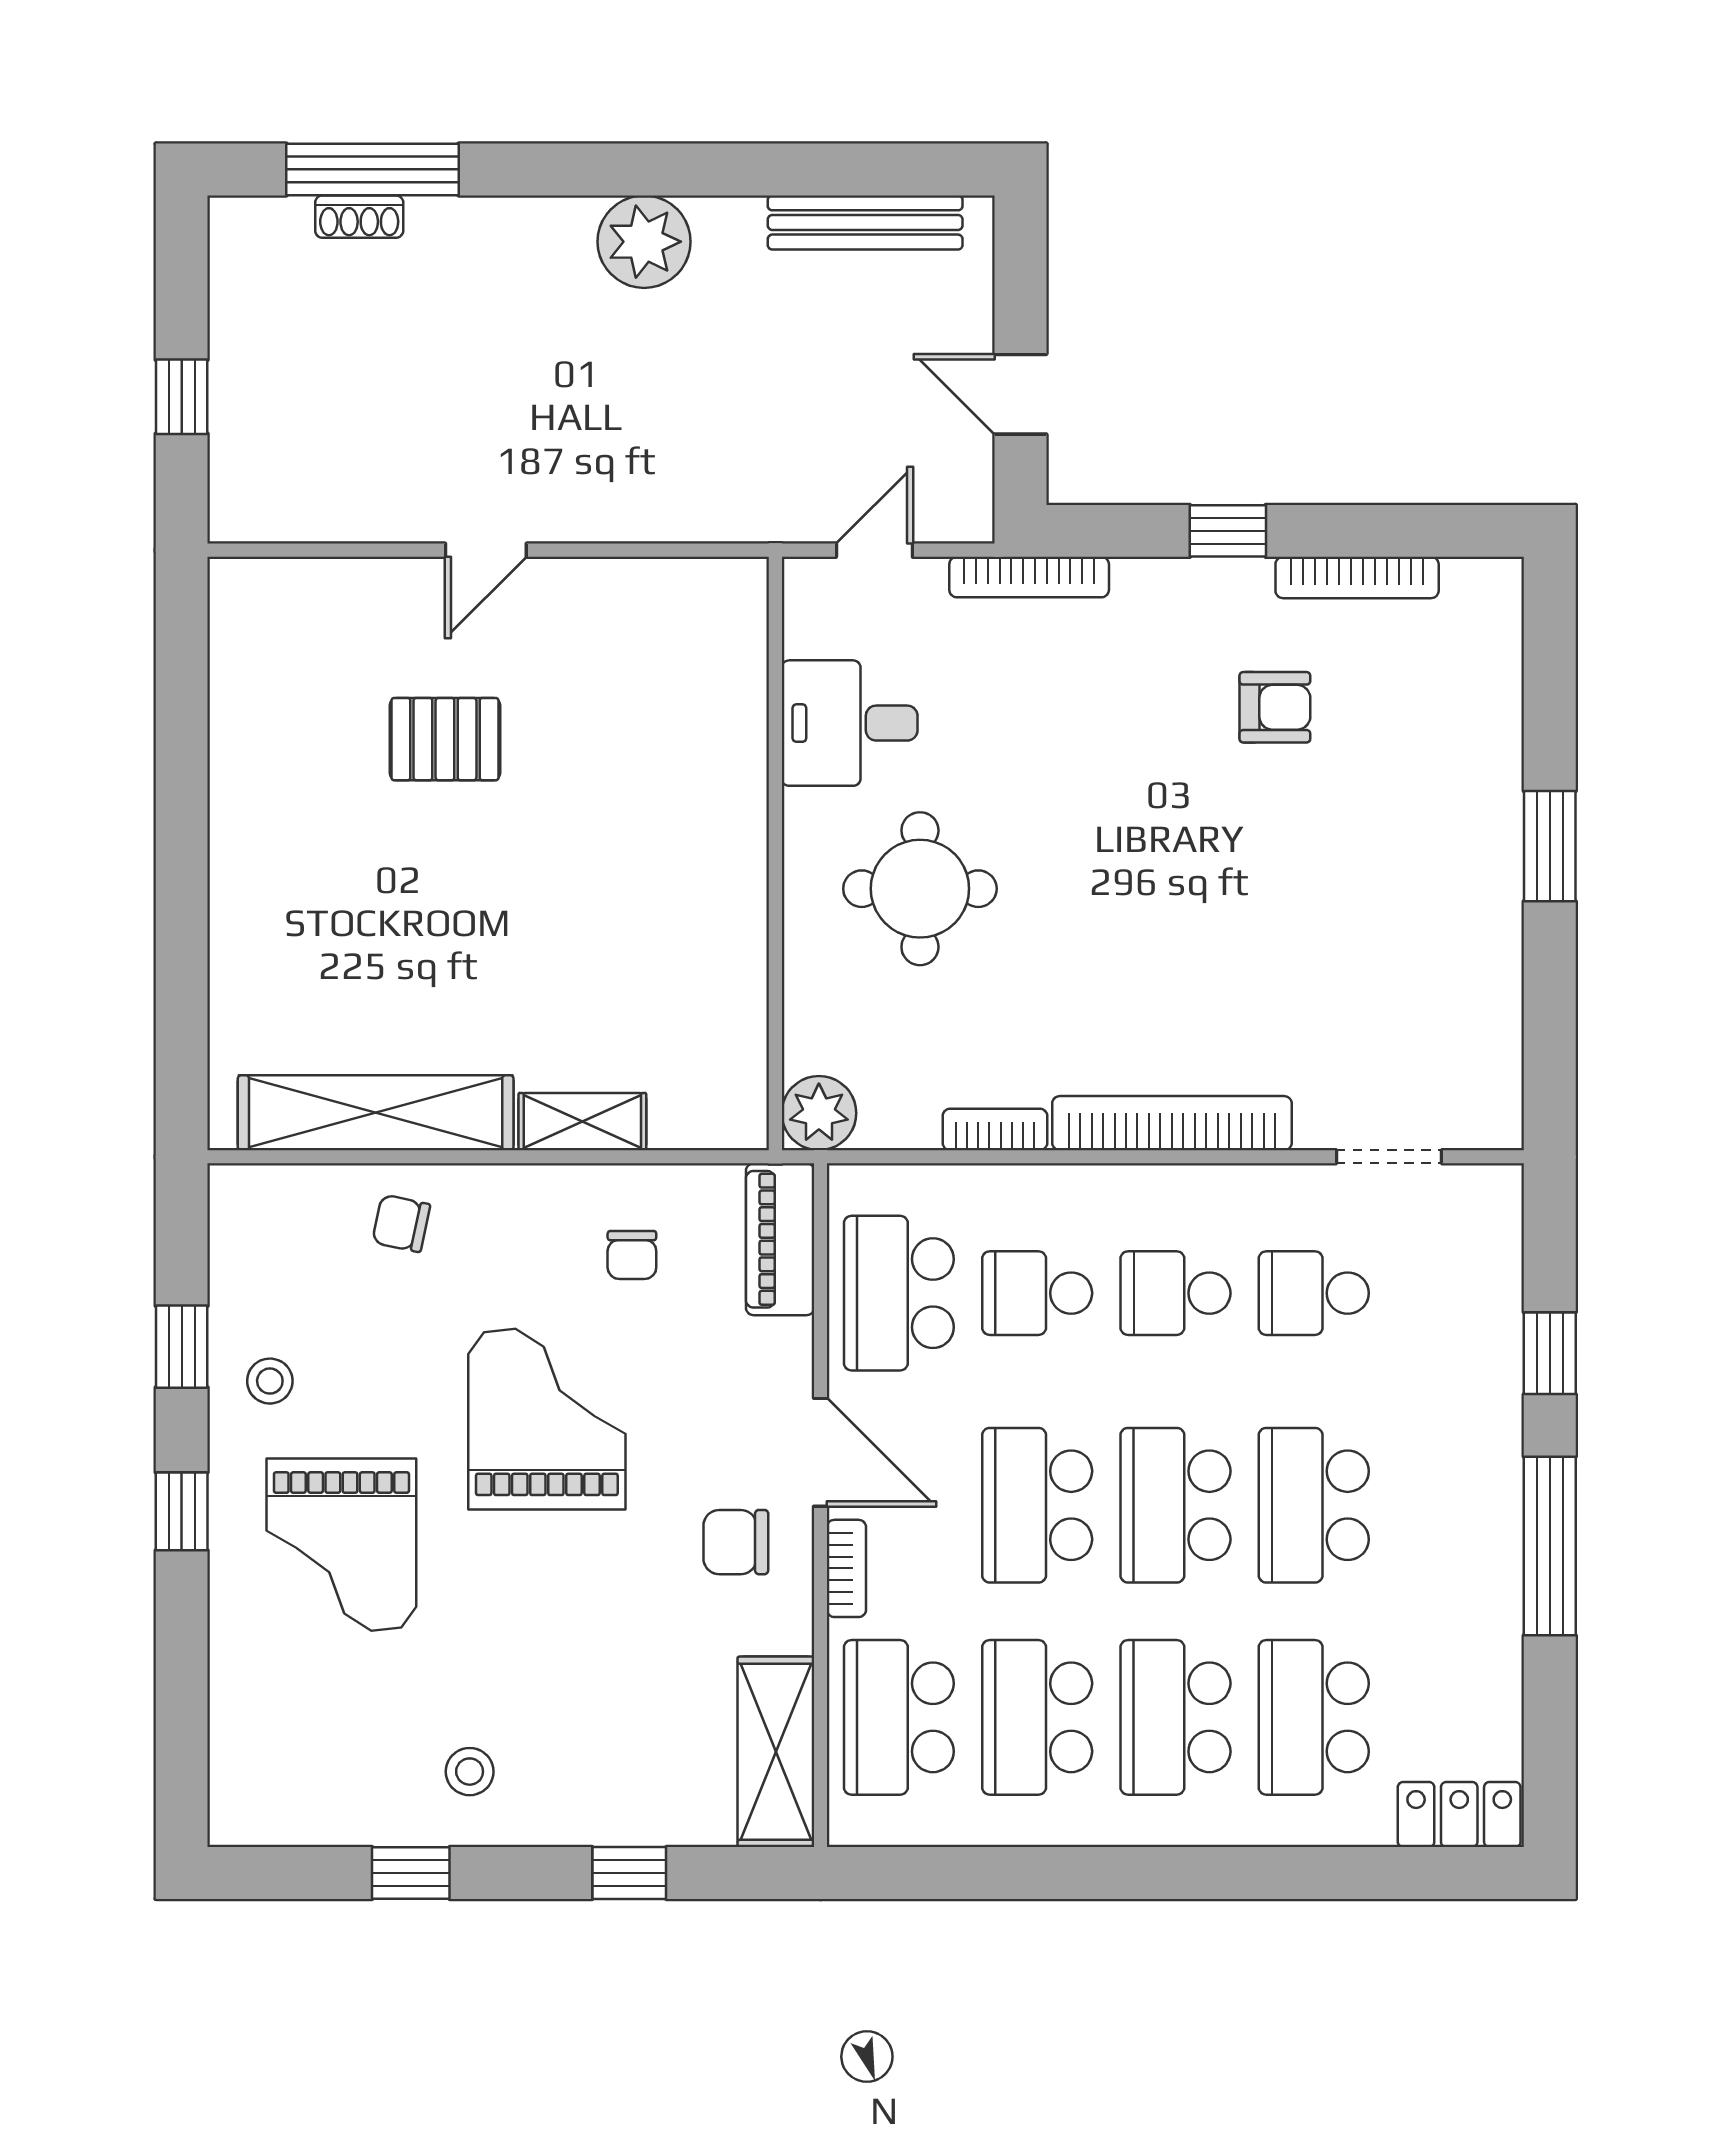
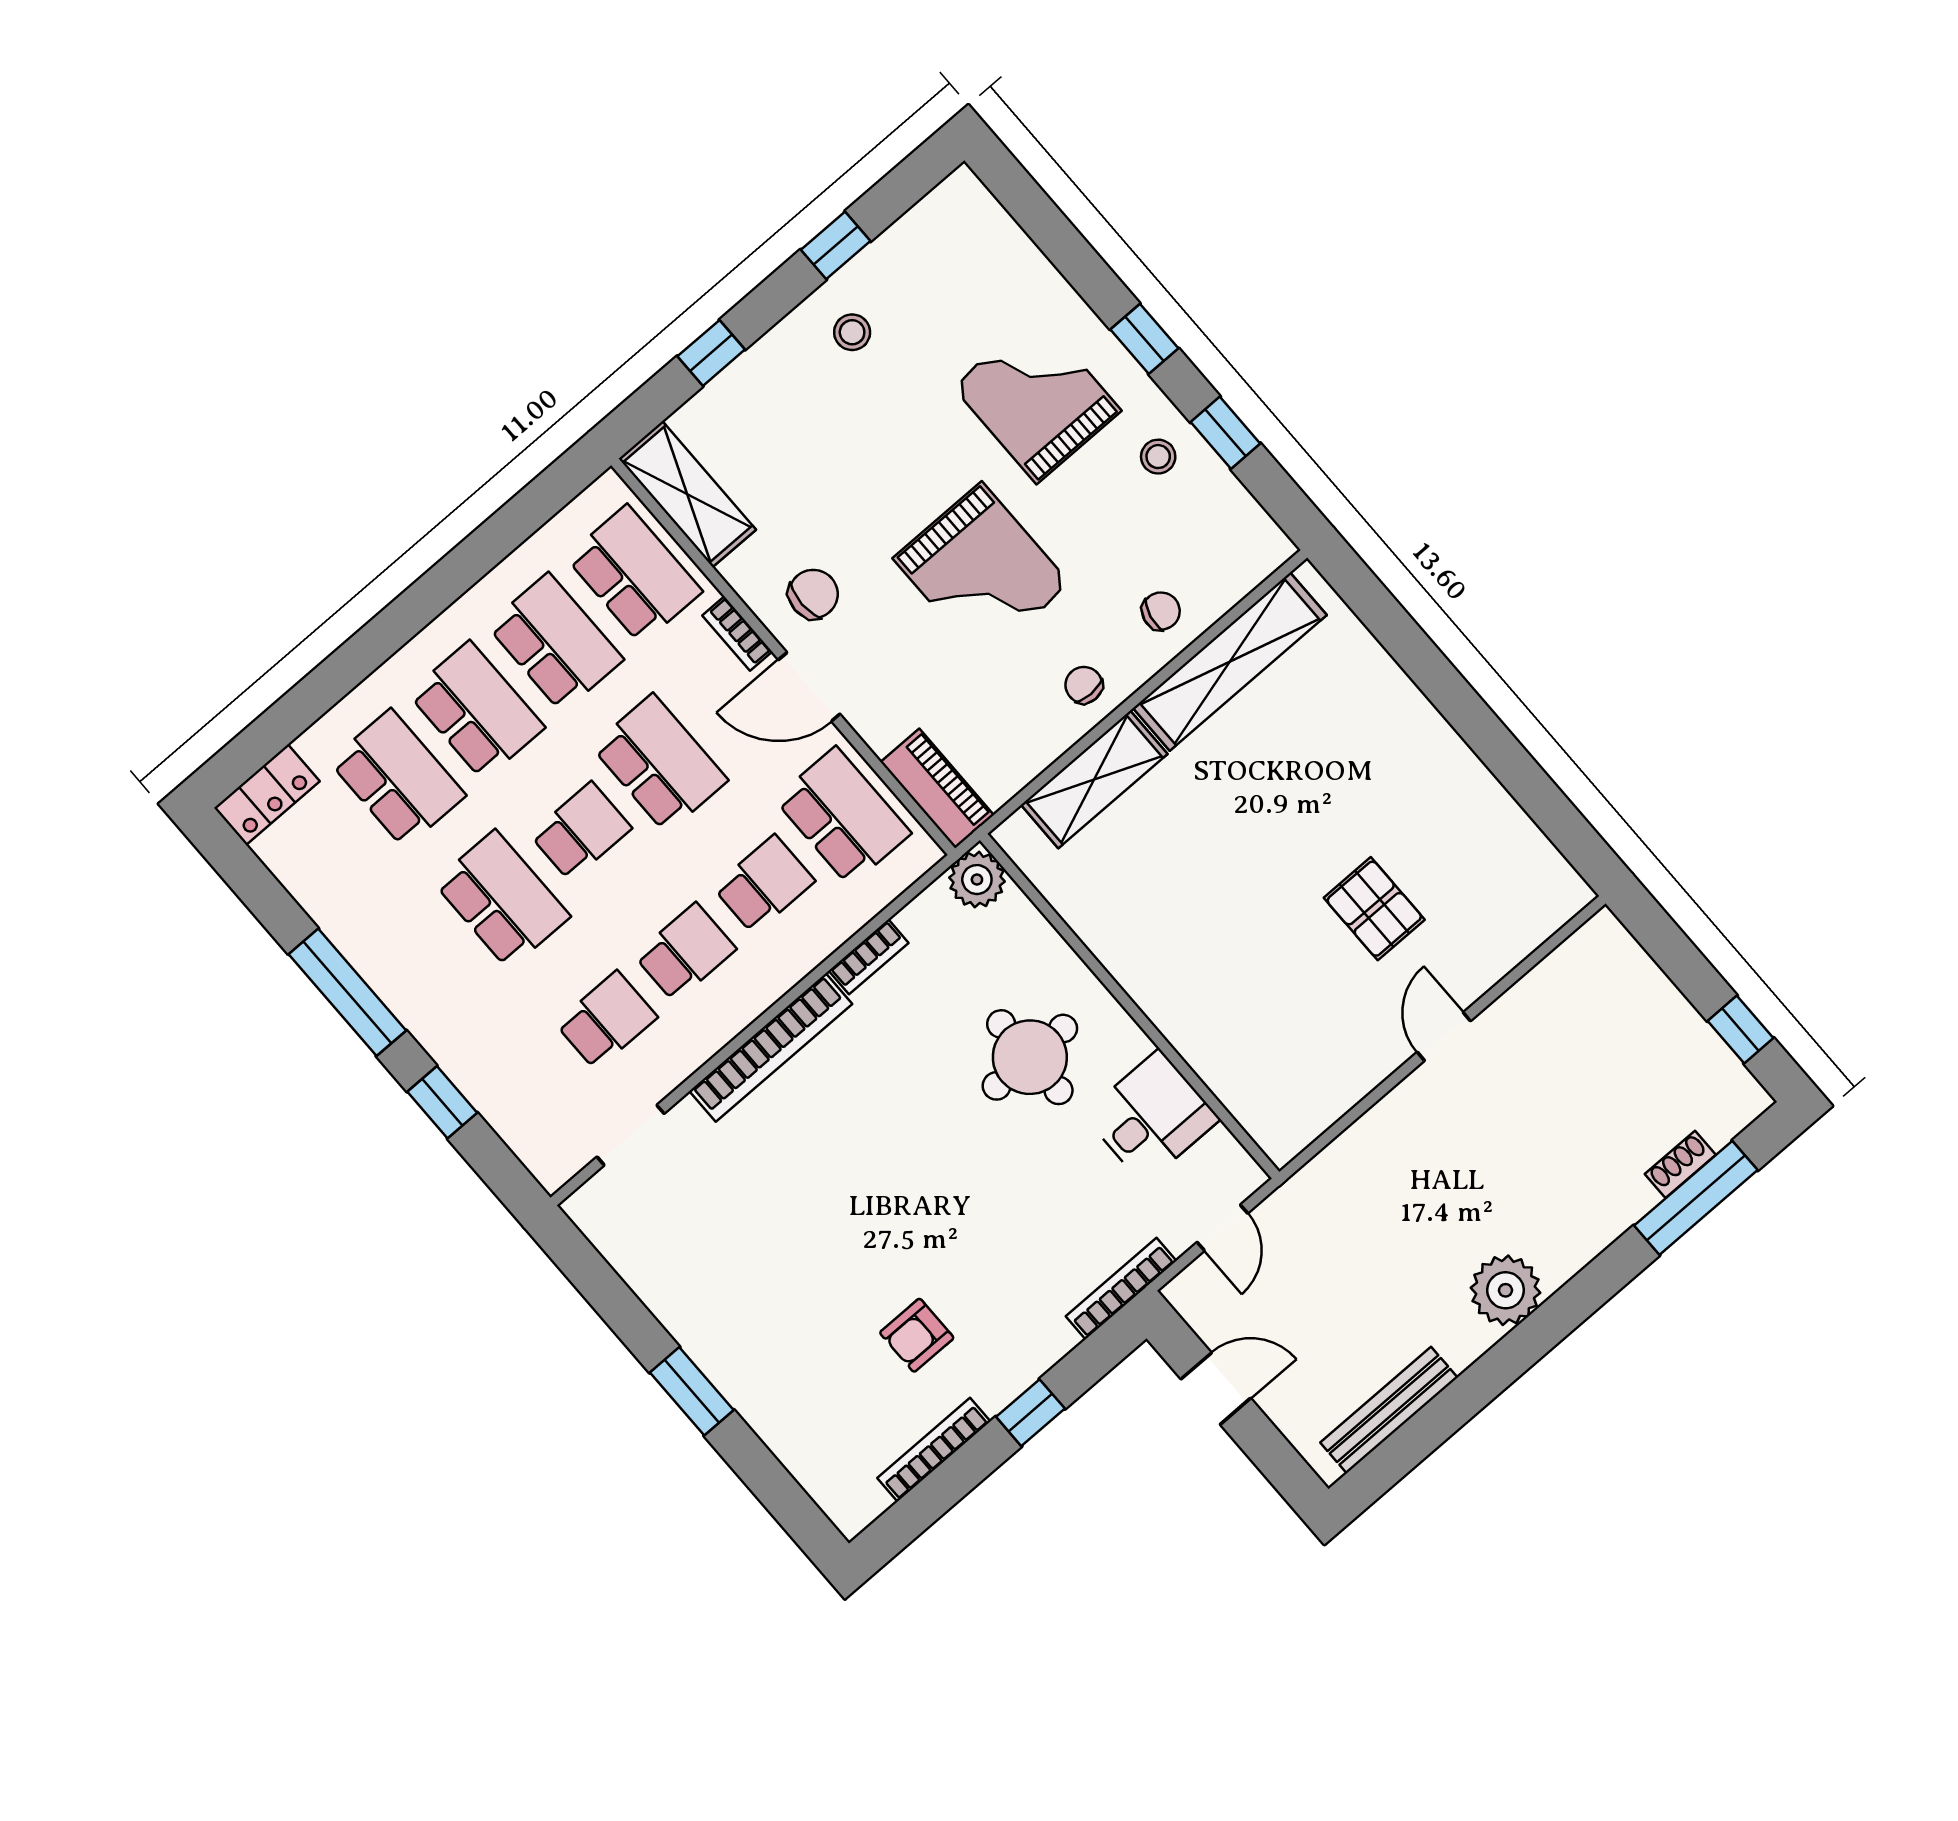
window: (182, 397) -> (1741, 1030), moved
pallet: (445, 739) -> (1374, 909), turned 90
shelving: (582, 1122) -> (1094, 779), width x1.50, depth x1.33
chair: (632, 1255) -> (1084, 685), moved
school desk: (1175, 1505) -> (581, 831), width x0.54

